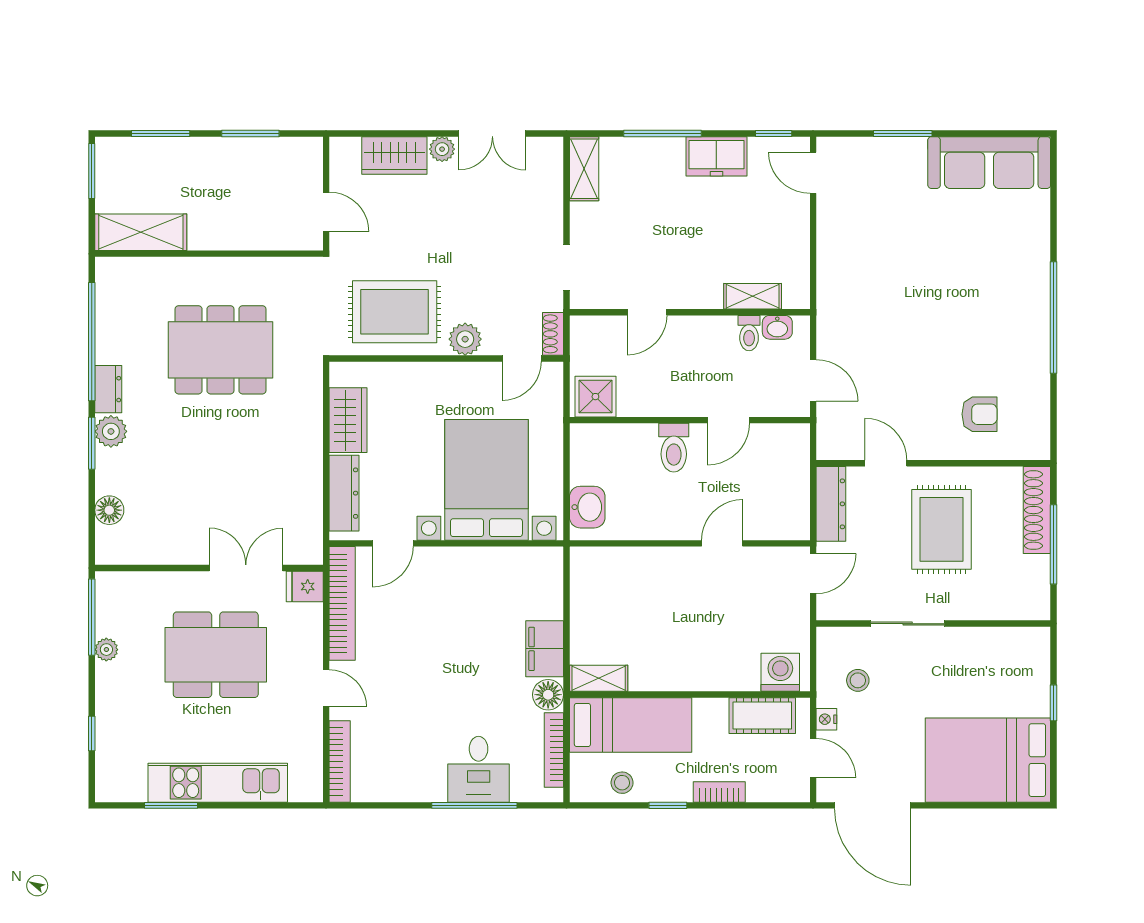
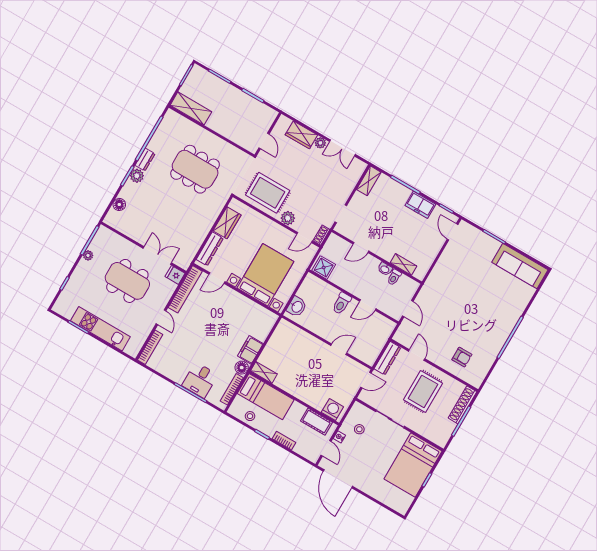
washbasin: (777, 327) -> (385, 269), moved
bed: (988, 760) -> (413, 465), moved, turned -90

